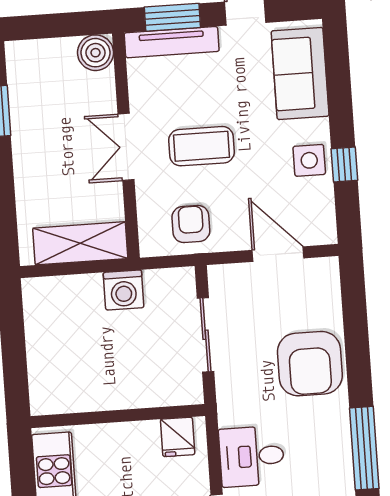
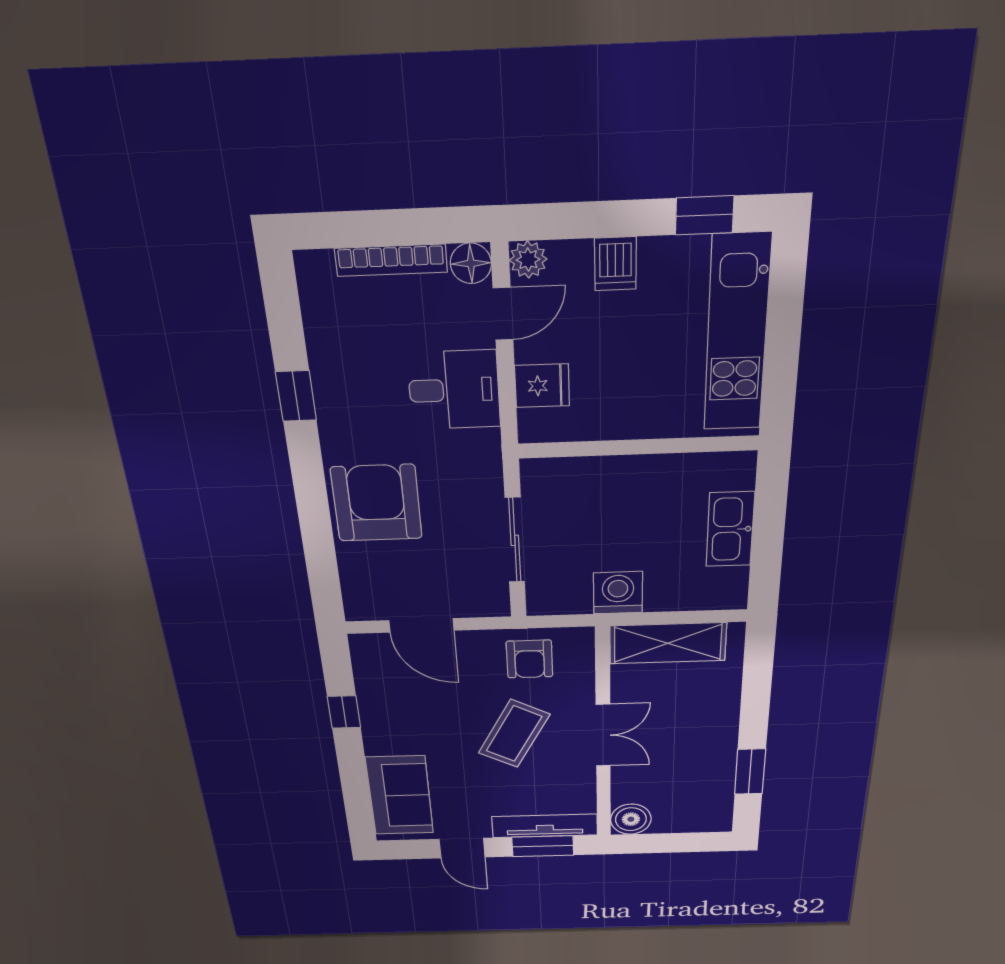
coffee table: (202, 146) -> (514, 734), turned -62
side table: (309, 160) -> (386, 717), removed
kitchen sink: (43, 350) -> (730, 529), added
fridge: (178, 437) -> (542, 386), moved, turned 90
window: (364, 448) -> (296, 396), width x0.46

